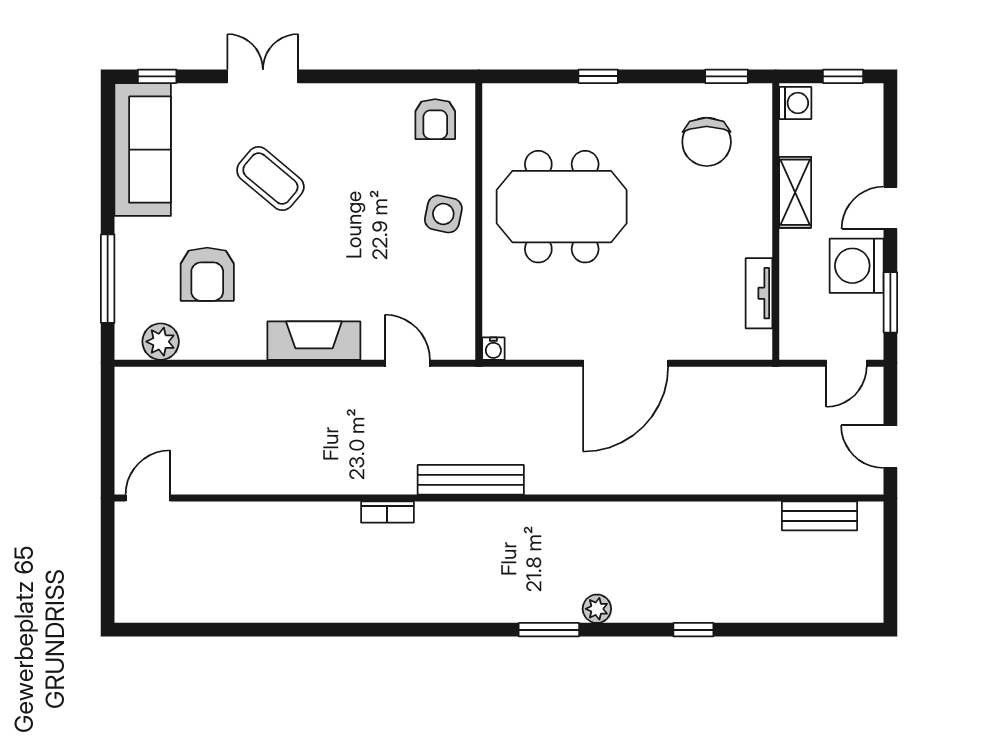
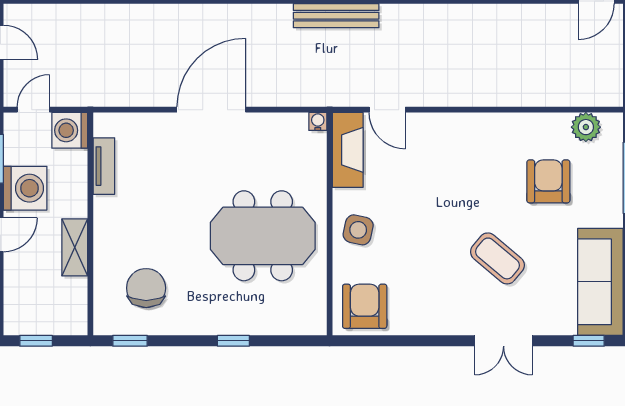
washing machine: (795, 103) -> (70, 130), moved, width x1.38, depth x1.38
armchair: (435, 119) -> (365, 306), width x1.38, depth x1.38
fireplace: (314, 341) -> (348, 150), moved, turned -90

